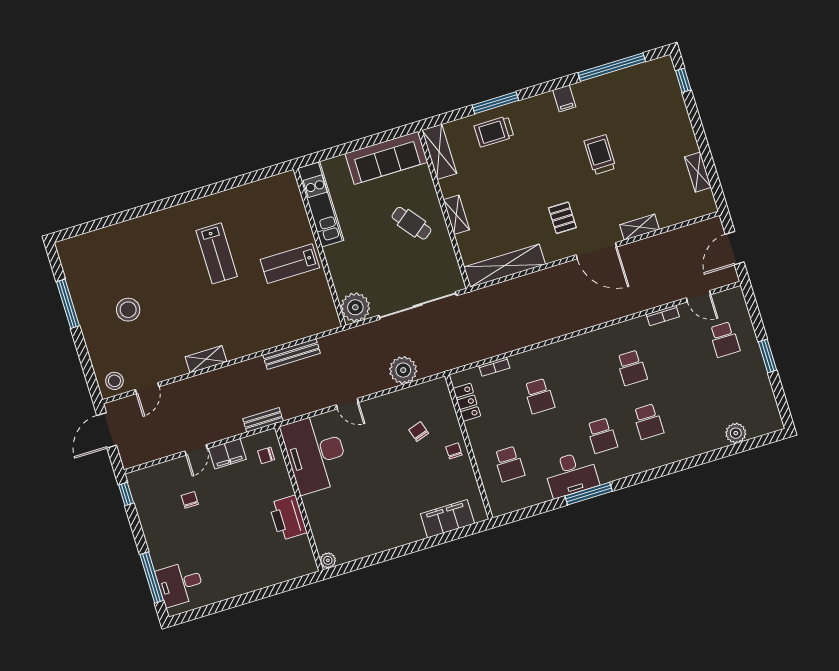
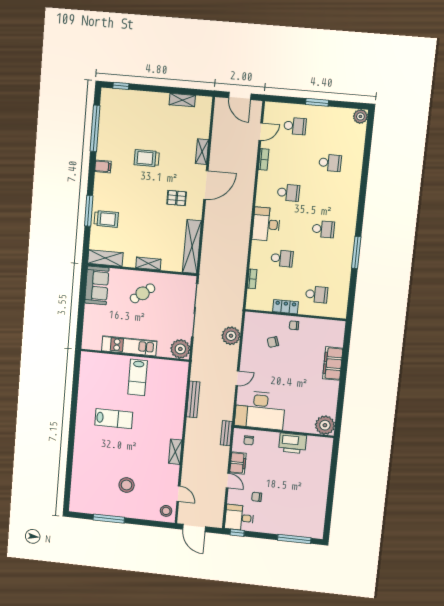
trolley: (494, 131) -> (106, 219), turned -90
sofa: (386, 158) -> (97, 285), width x0.73
kitchen unit: (321, 204) -> (129, 346), moved
locker: (467, 402) -> (286, 307), moved
school desk: (648, 421) -> (330, 163), moved
plant: (736, 433) -> (360, 116), moved
desk: (571, 474) -> (266, 224), moved, turned 180
filing cabinet: (447, 519) -> (333, 364), moved
plant: (328, 560) -> (325, 425), width x1.88, depth x1.88
desk: (180, 584) -> (239, 518), moved, turned 90

